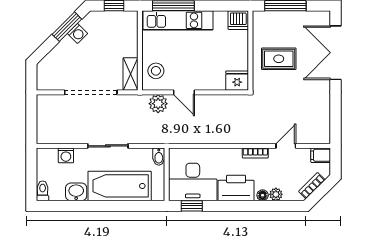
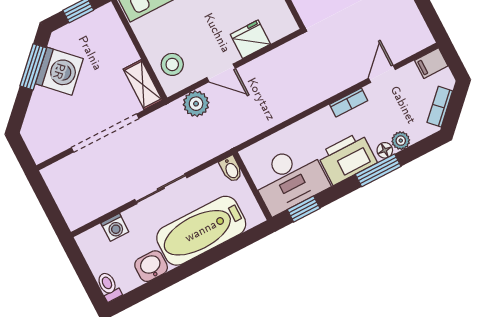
washing machine: (77, 33) -> (59, 71), width x1.89, depth x1.89
fridge: (237, 81) -> (250, 39), moved
window: (252, 206) -> (378, 170), added

